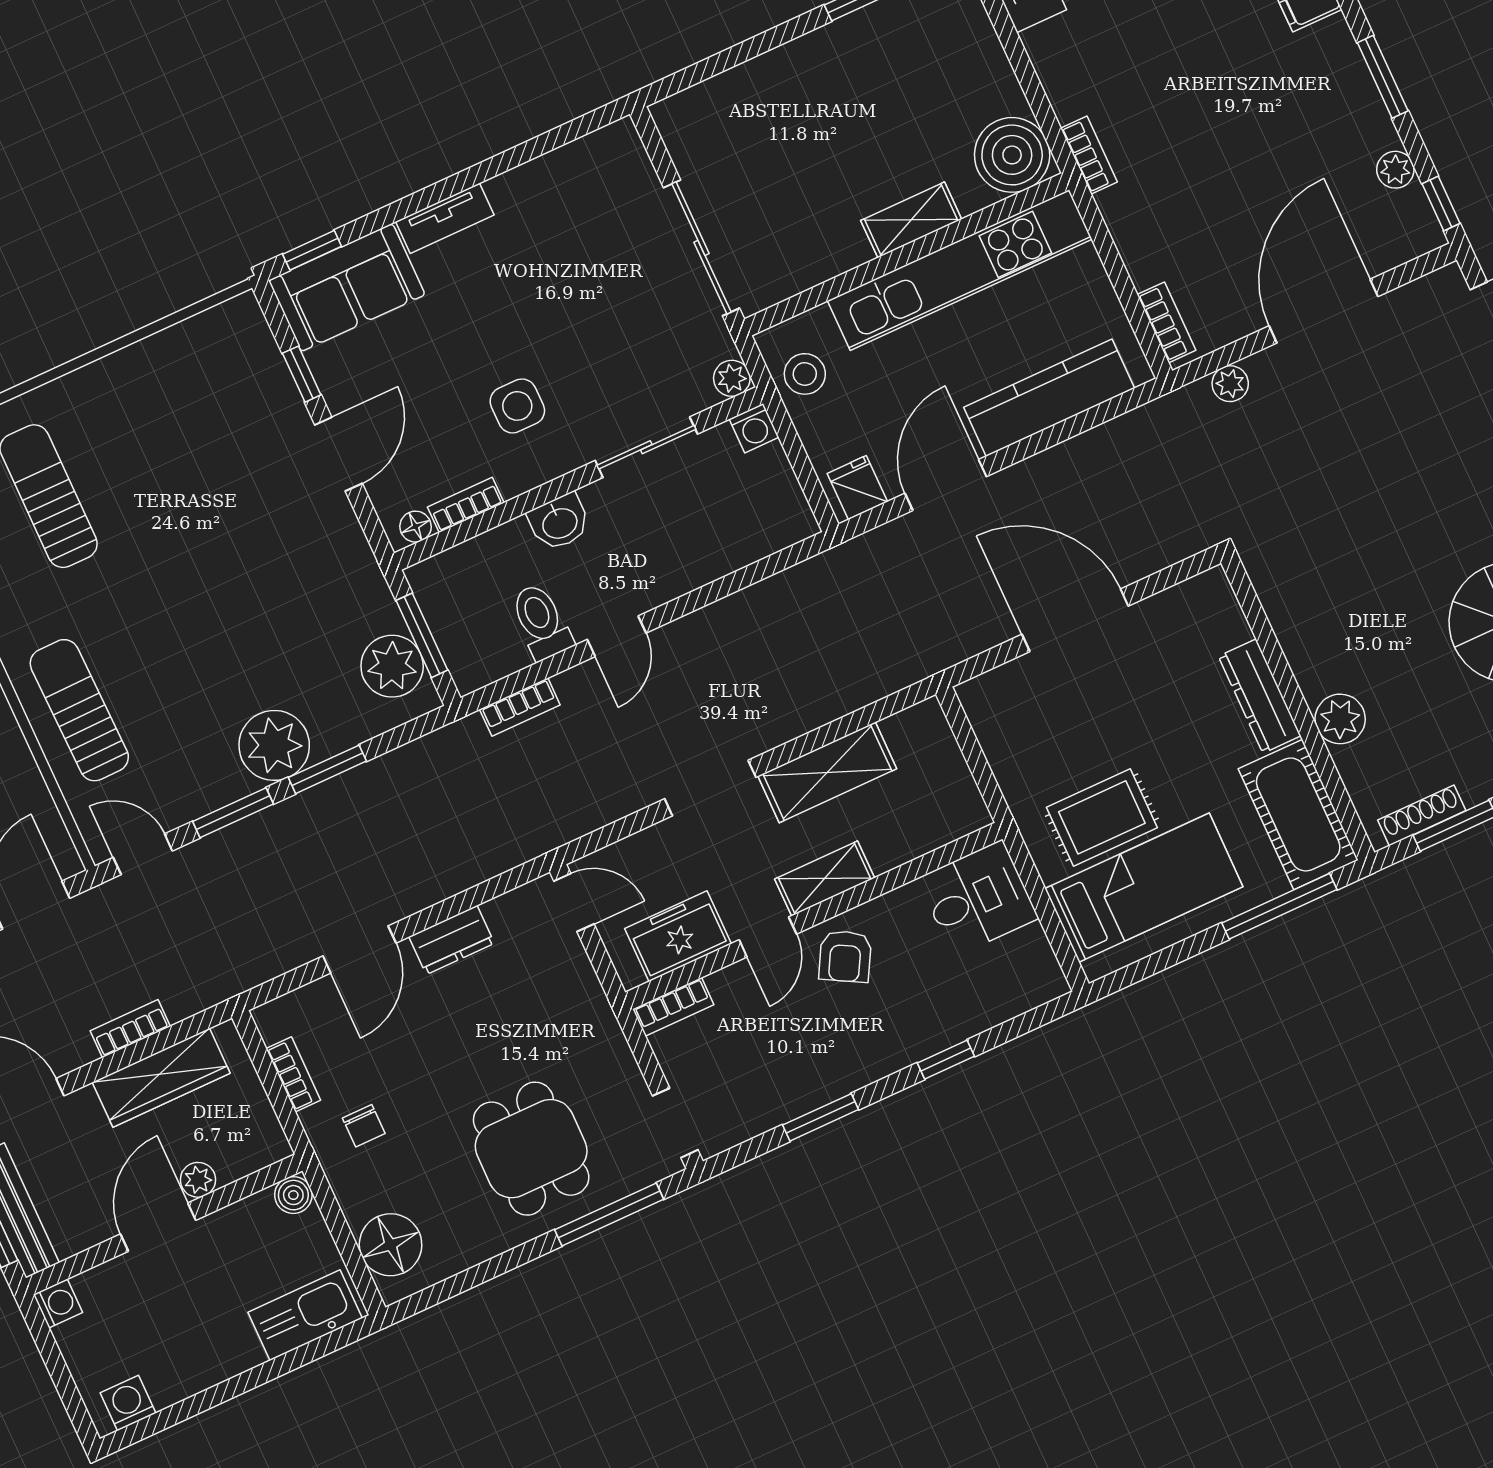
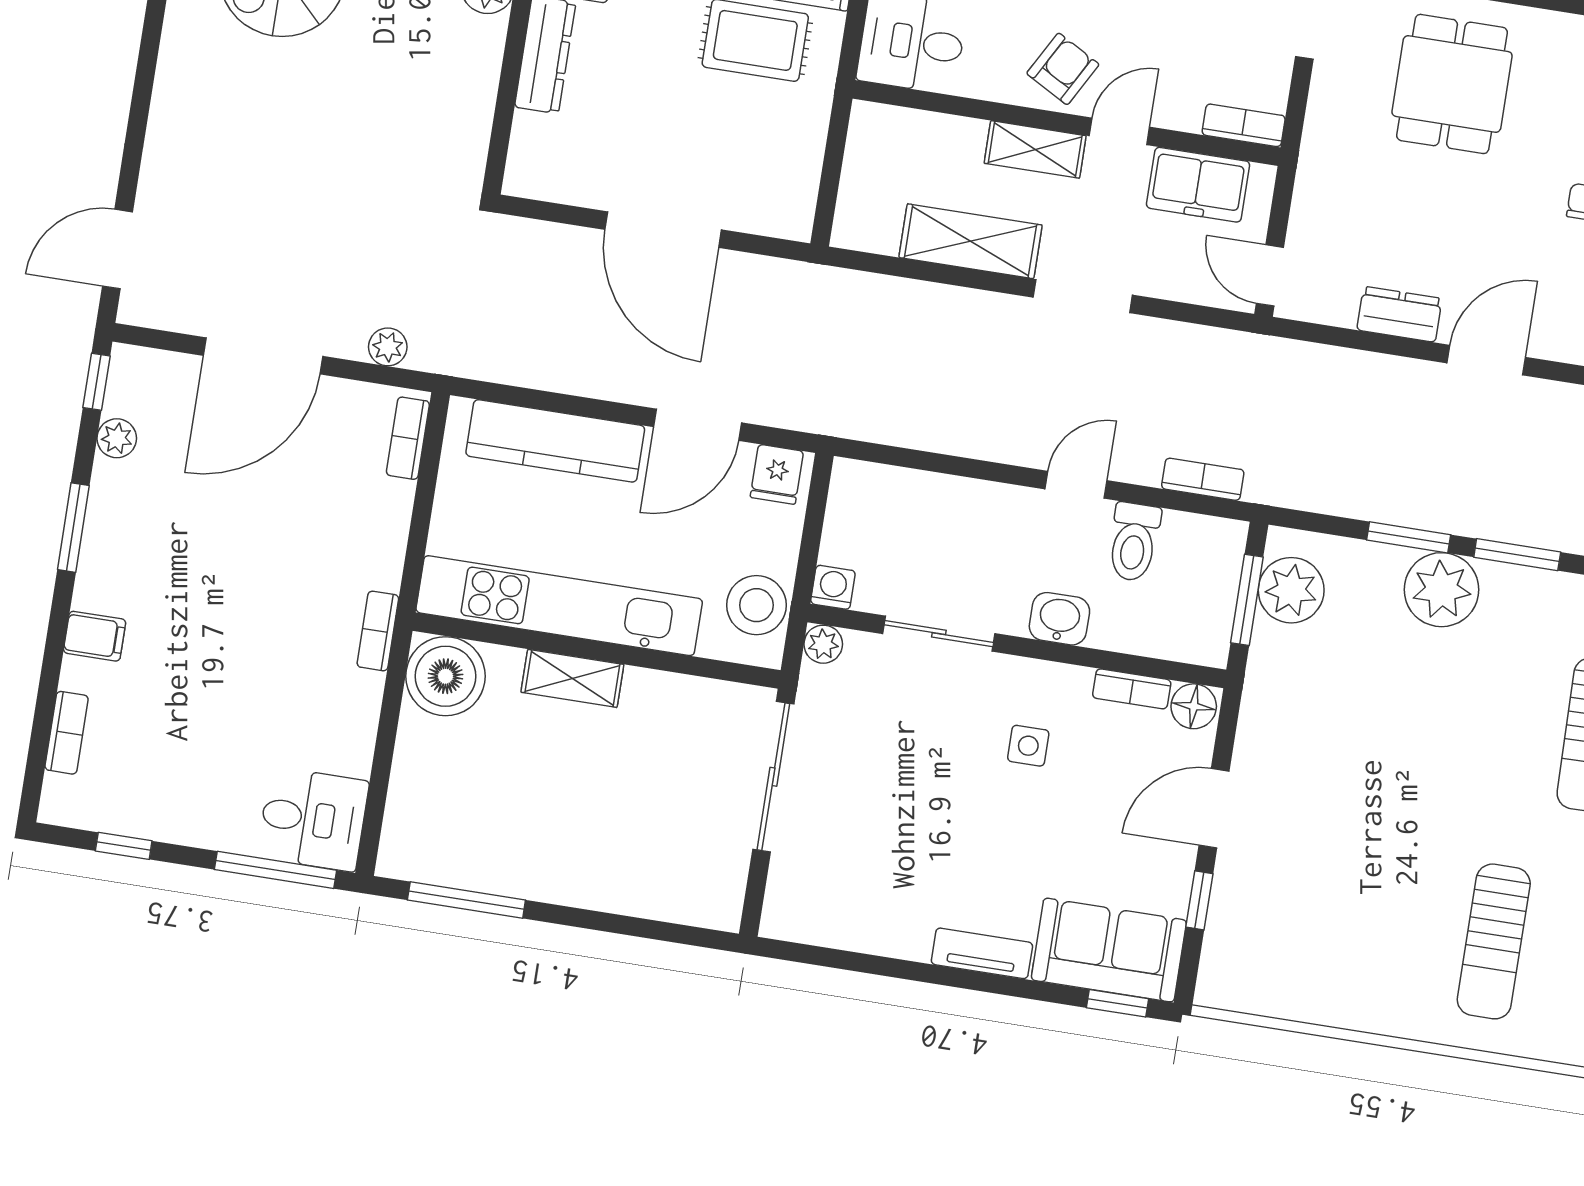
stool: (805, 374) -> (756, 605), width x1.38, depth x1.38
side table: (517, 406) -> (1028, 746), width x0.73, depth x0.73
floor lamp: (416, 527) -> (1194, 706), width x1.37, depth x1.37

